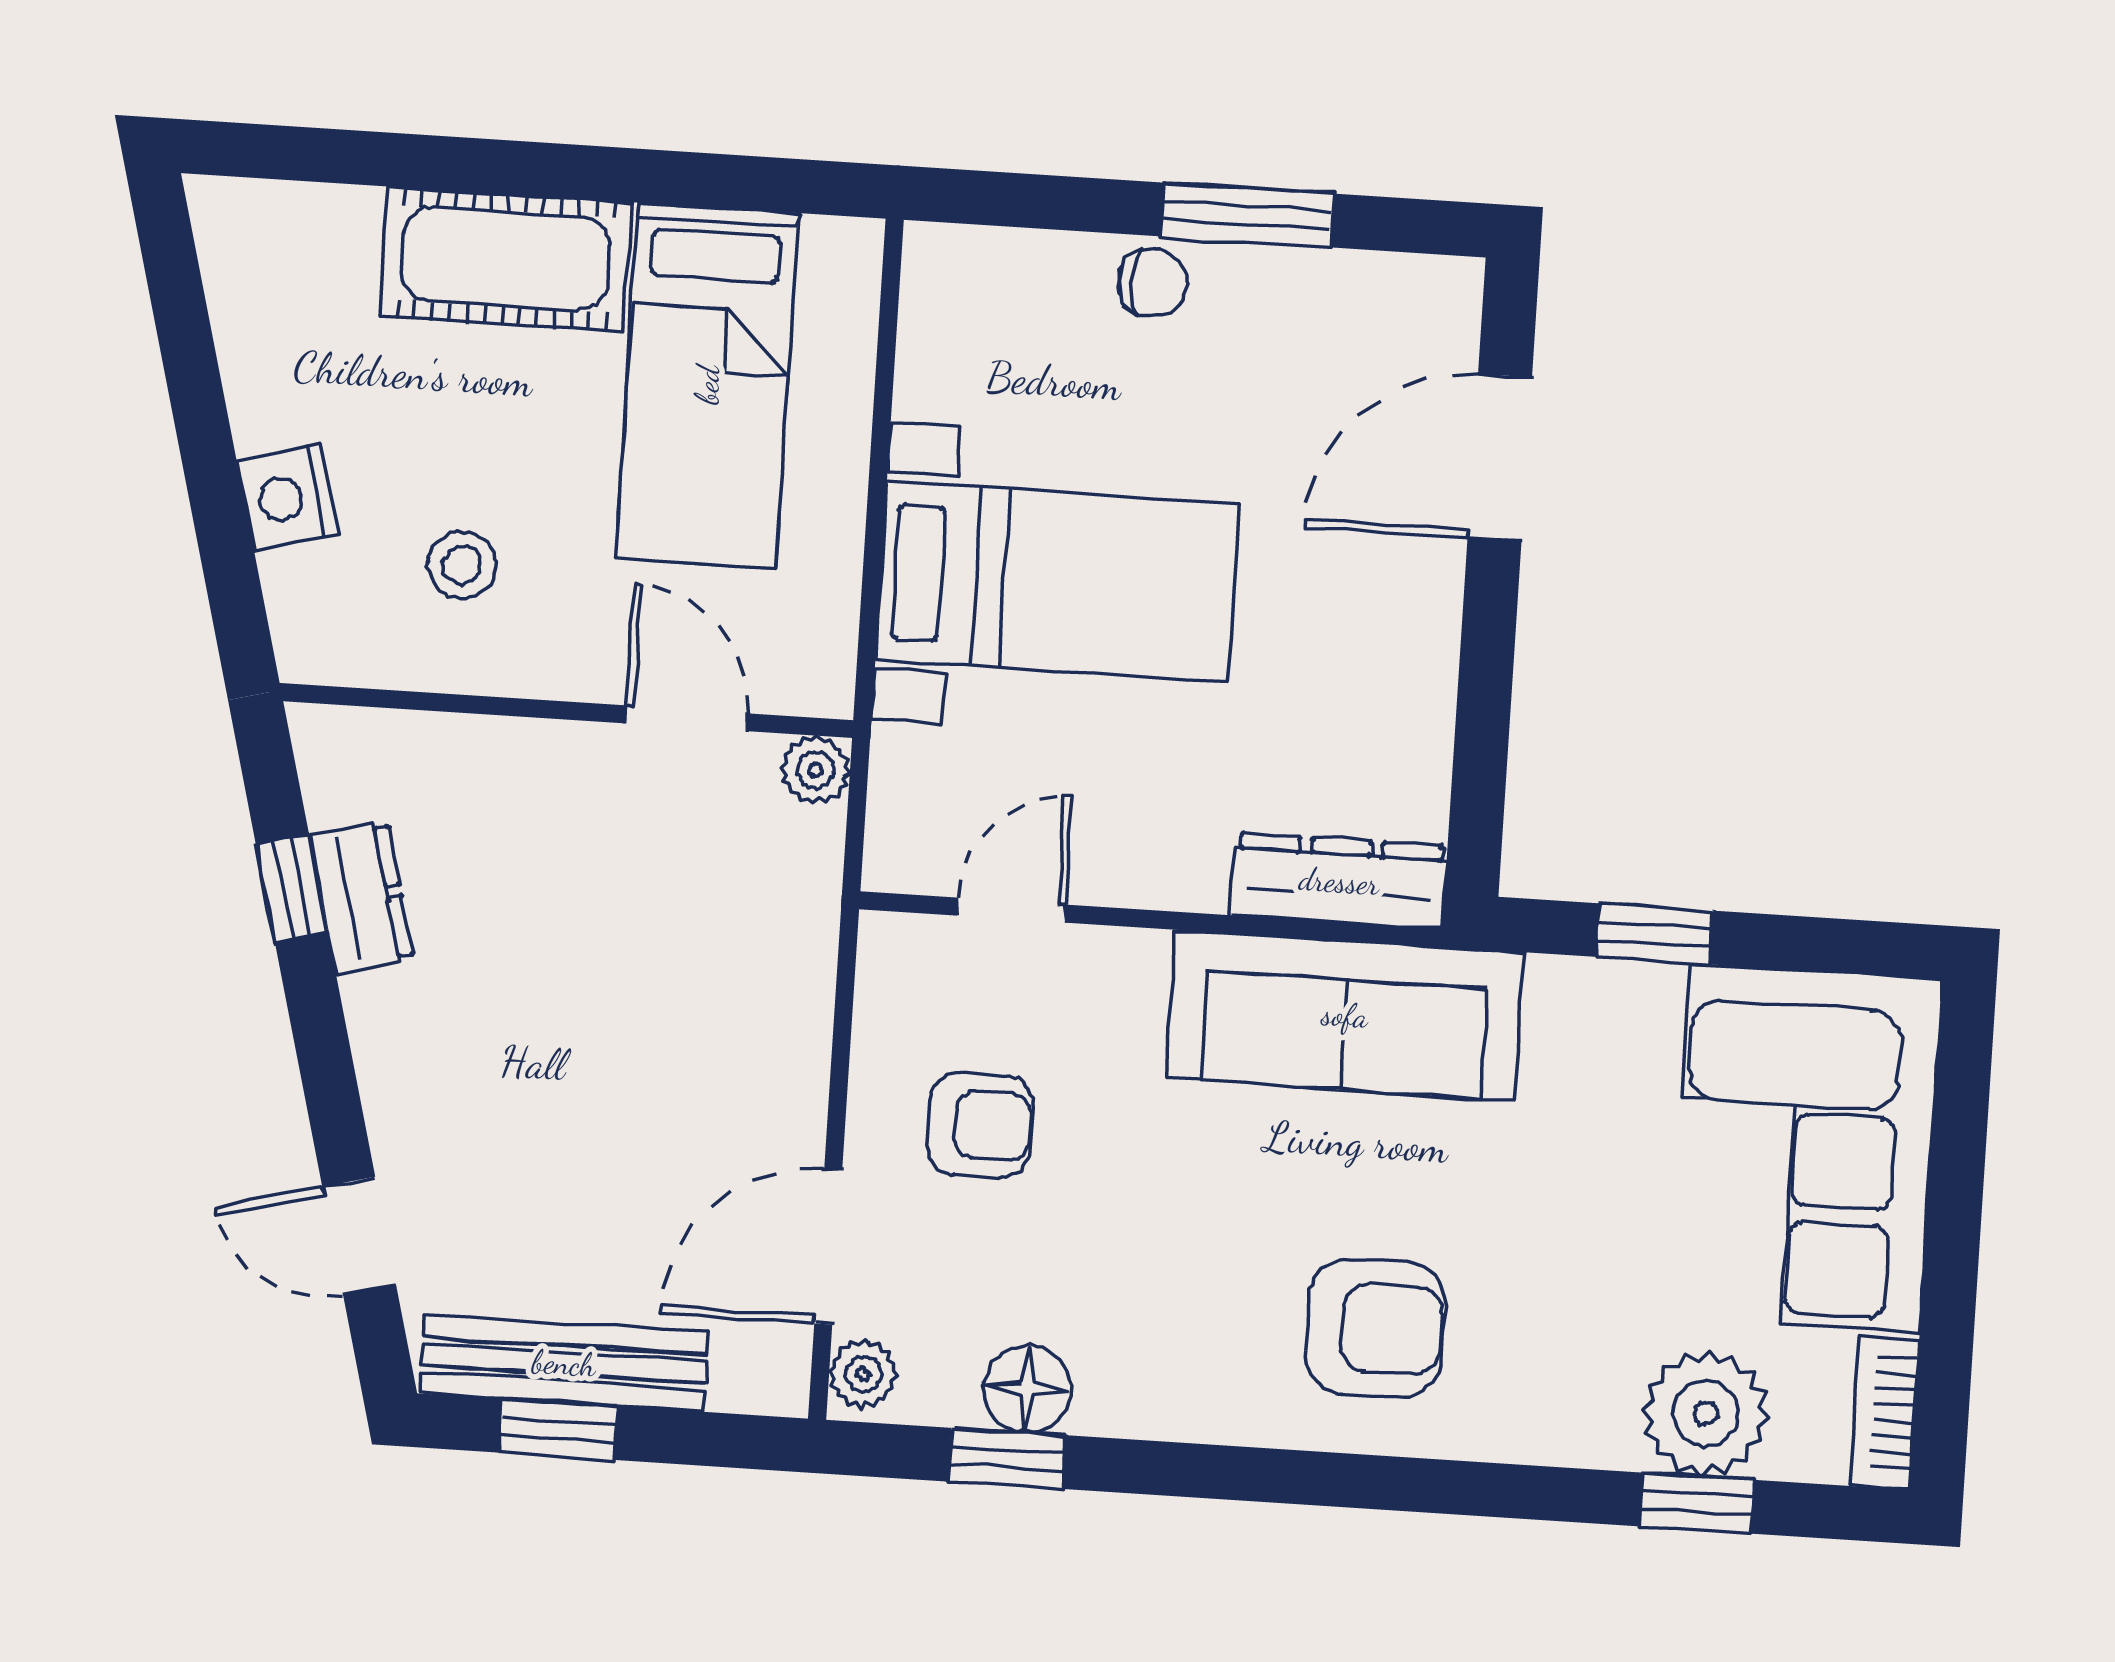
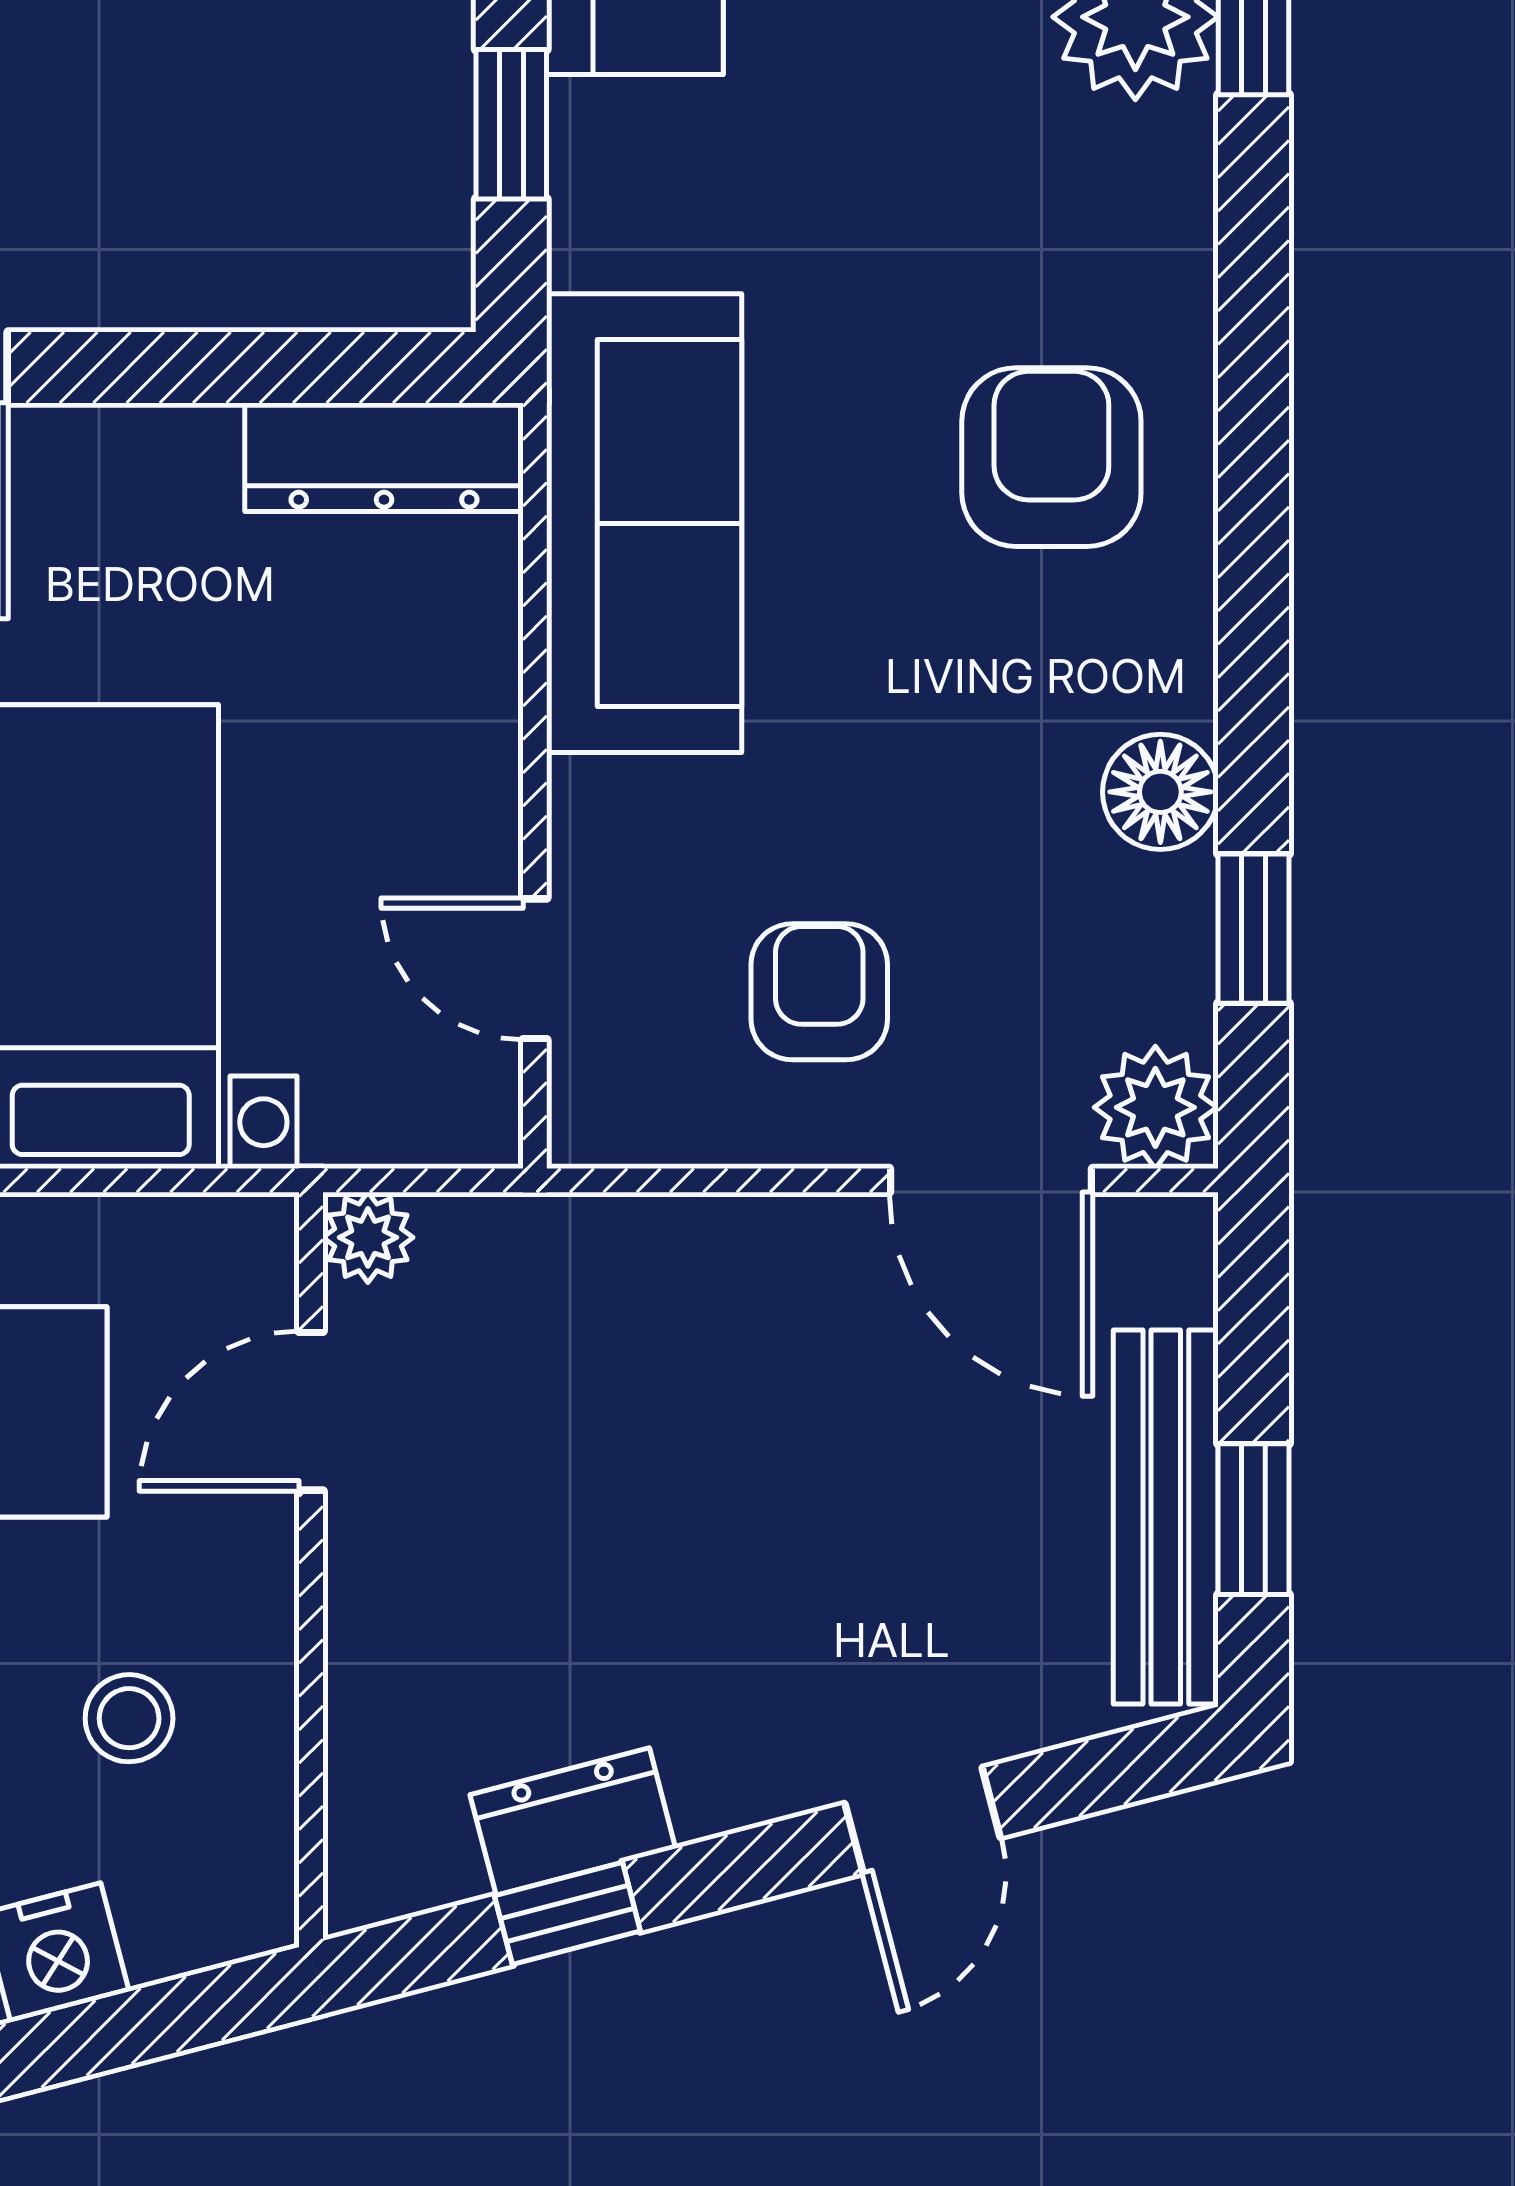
dresser: (1339, 881) -> (384, 457), moved, turned -90
door: (359, 1236) -> (923, 1821), moved
plant: (863, 1374) -> (1155, 1107), width x1.38, depth x1.38
floor lamp: (1027, 1389) -> (1160, 792), moved

